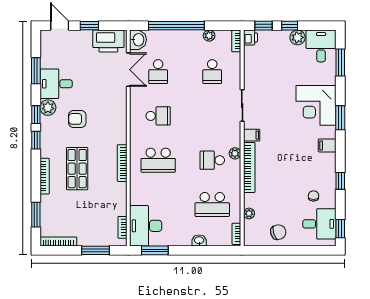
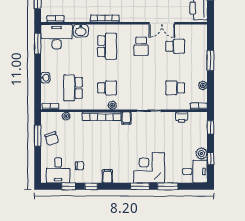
window: (176, 26) -> (210, 60), width x0.47
window: (290, 26) -> (210, 159), moved
printer: (250, 37) -> (182, 117), moved
washbasin: (138, 40) -> (81, 31), moved
window: (340, 62) -> (168, 186), moved
double door: (128, 70) -> (162, 23), moved
school desk: (158, 72) -> (175, 46), turned 180
filing cabinet: (327, 145) -> (107, 176), moved
school desk: (158, 160) -> (107, 46), turned 180
school desk: (212, 160) -> (107, 88), turned 90
window: (340, 229) -> (69, 186), moved
window: (275, 250) -> (38, 136), added

